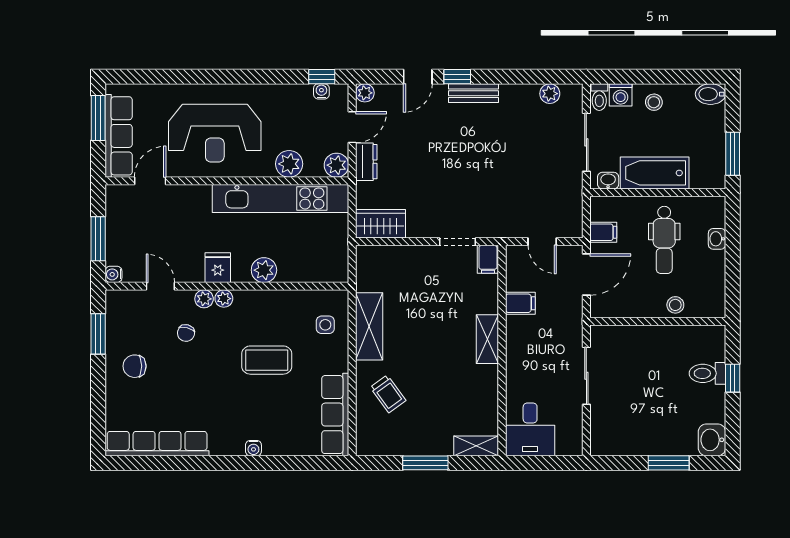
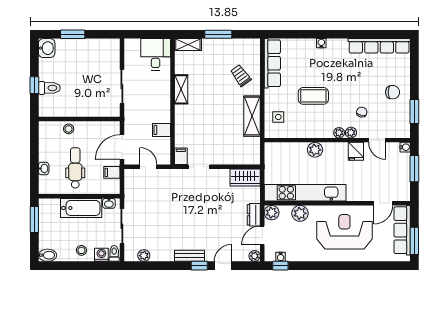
fridge: (218, 268) -> (356, 151), moved
shelving: (487, 339) -> (181, 89), moved

